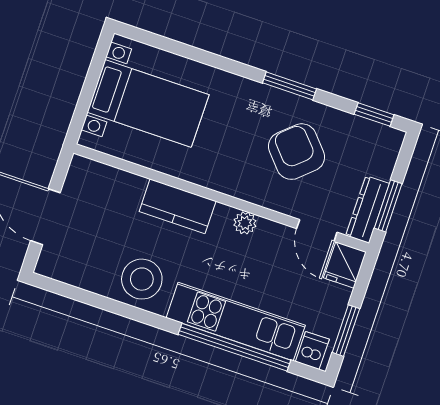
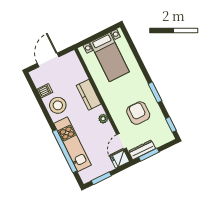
armchair: (297, 152) -> (138, 113), turned -48
dishwasher: (312, 350) -> (45, 91), moved

